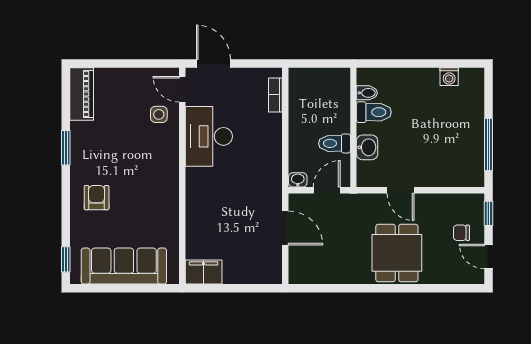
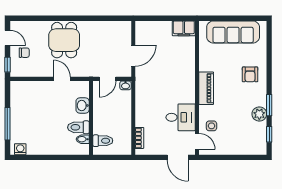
washing machine: (449, 77) -> (20, 149), moved
piano: (82, 94) -> (206, 88), moved, turned 180
plant: (82, 134) -> (259, 114), added
desk: (209, 136) -> (181, 117), width x0.73
toilet: (334, 143) -> (103, 141), moved
window: (488, 144) -> (7, 124), moved
door: (285, 228) -> (133, 56), swing flipped
window: (66, 259) -> (269, 134), moved

